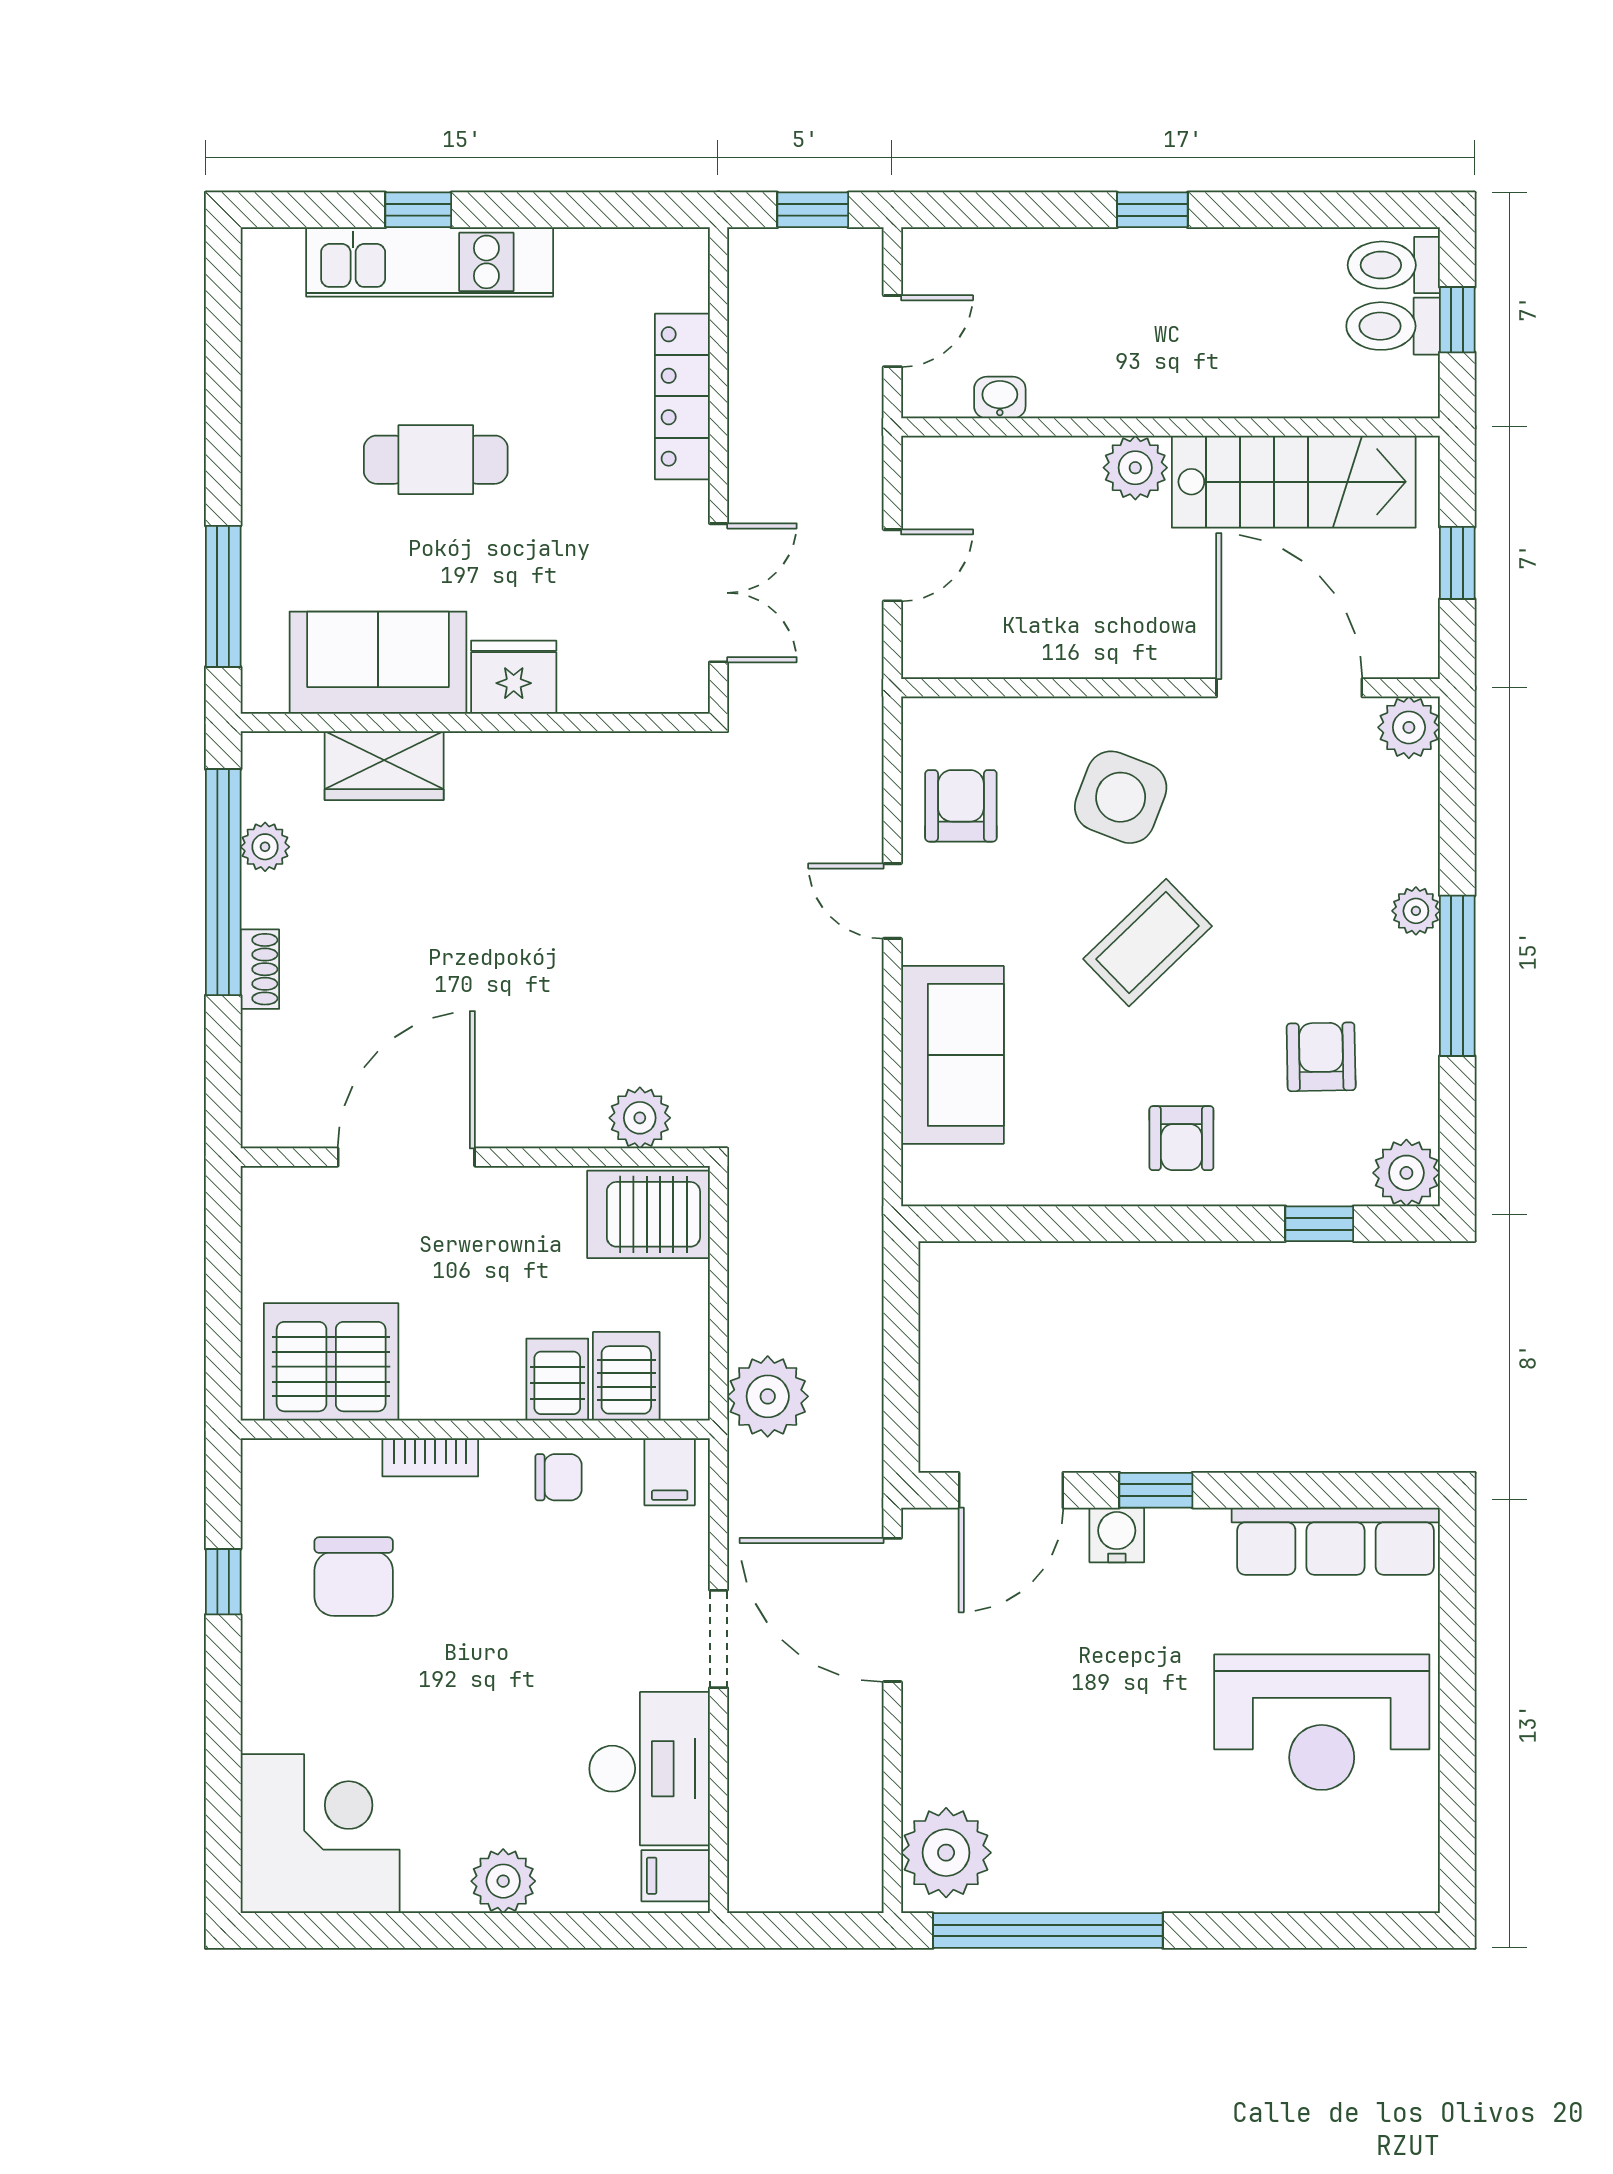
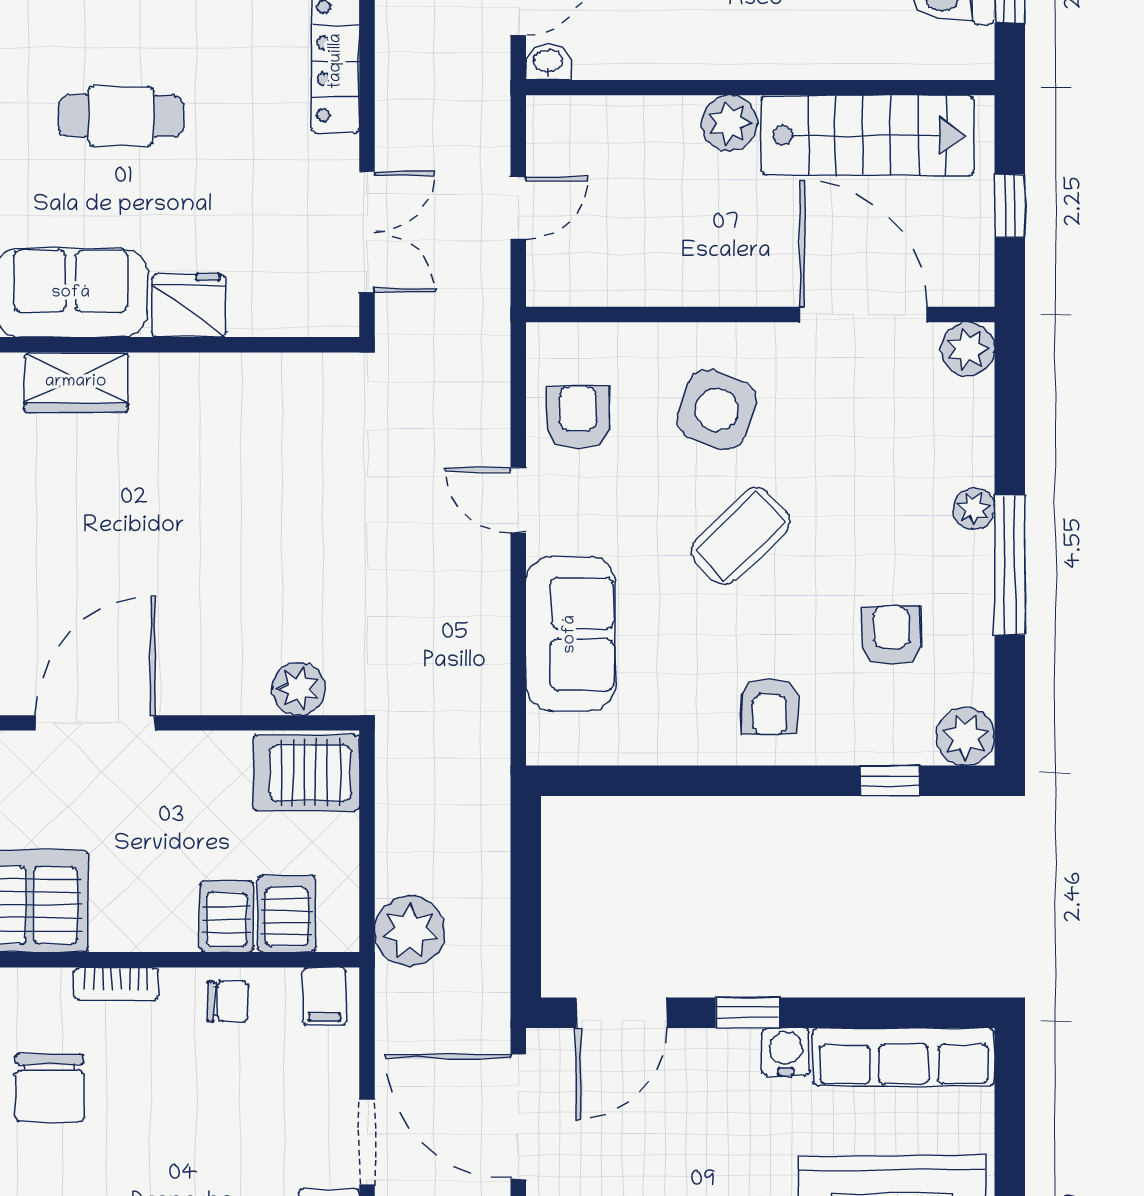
washbasin: (1000, 398) -> (548, 62), moved
water cooler: (1117, 1535) -> (786, 1052), moved

